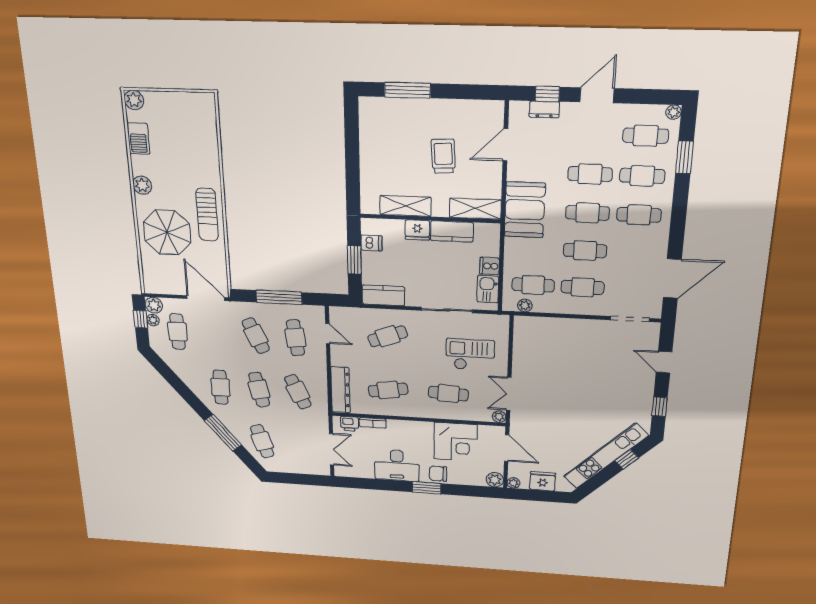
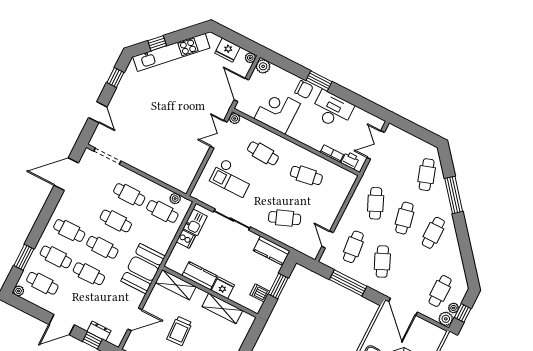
dresser: (340, 390) -> (342, 191), removed
double door: (509, 394) -> (219, 134), swing flipped

